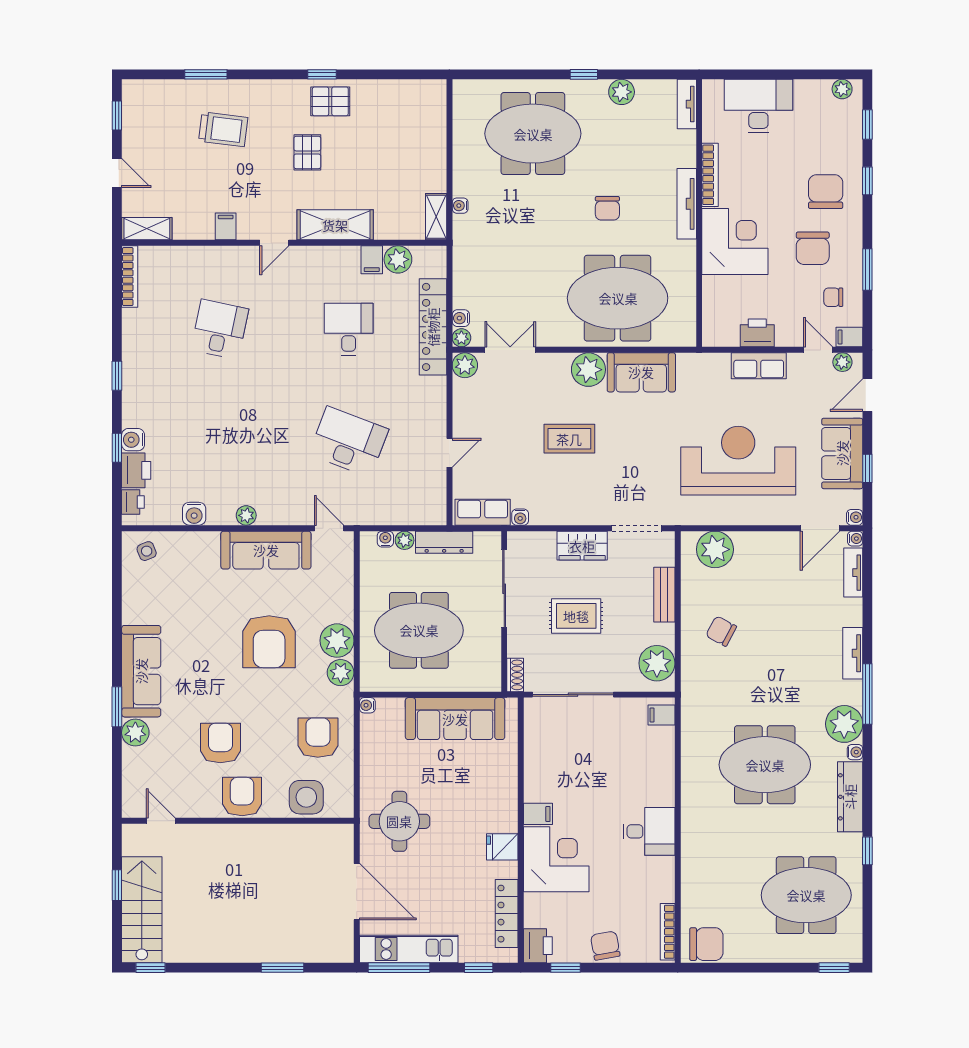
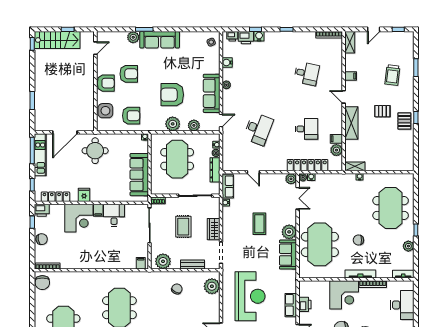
plant: (341, 673) -> (194, 125), moved
desk: (649, 831) -> (114, 215), moved, turned 180

